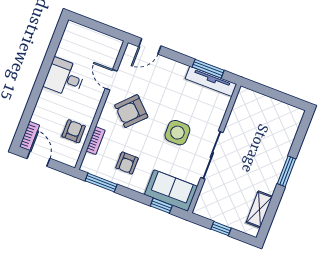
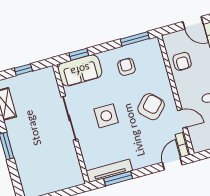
bookcase: (96, 141) -> (183, 145), moved

